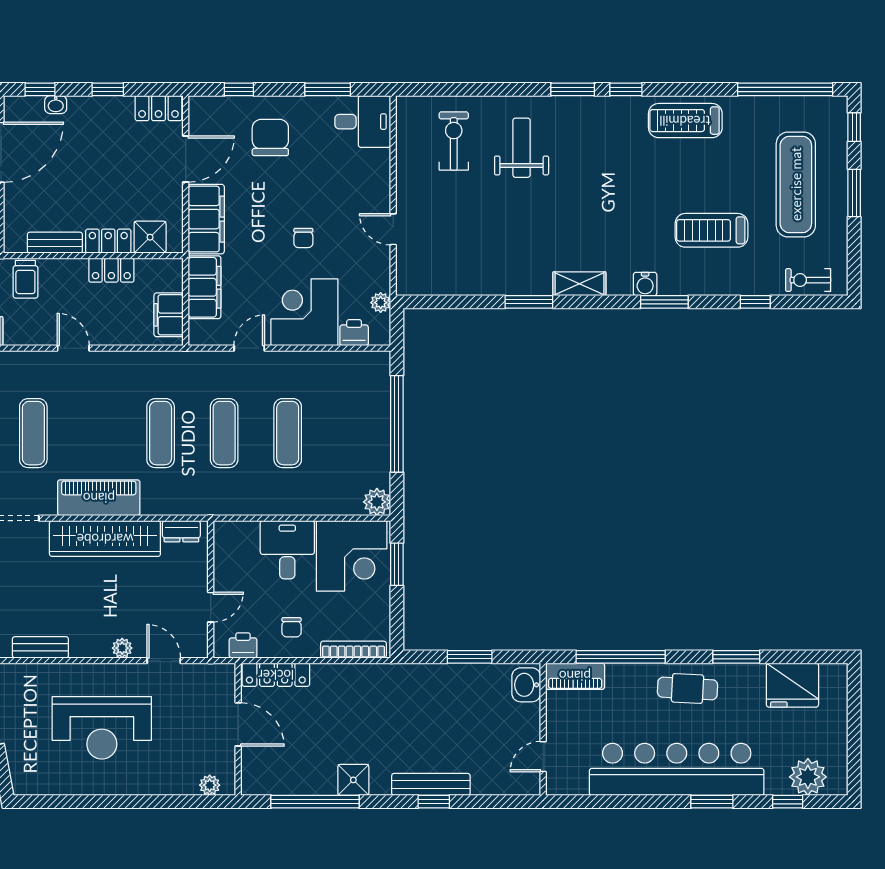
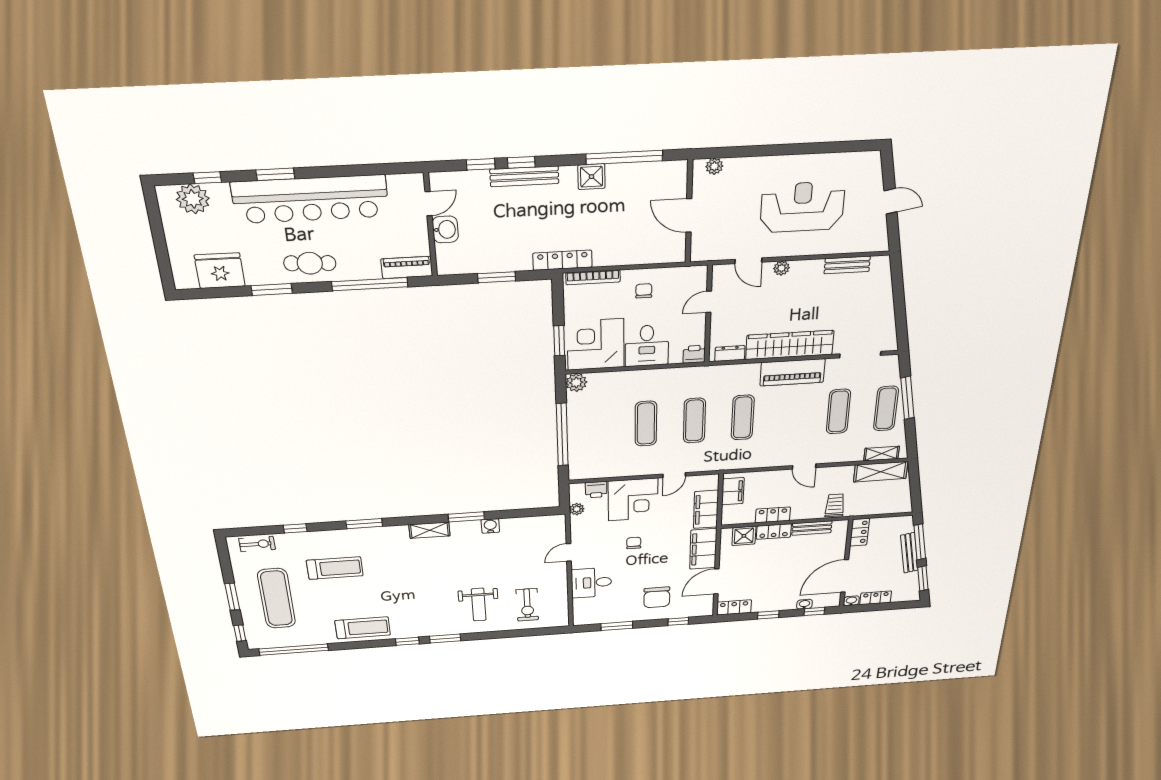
desk: (363, 122) -> (591, 583), moved
door: (393, 229) -> (569, 552), swing flipped
water cooler: (645, 284) -> (490, 526), moved
printer: (243, 645) -> (694, 354), moved, turned 180
locker: (276, 675) -> (562, 260), moved
washbasin: (526, 685) -> (445, 229), moved
window: (480, 802) -> (481, 164), added

